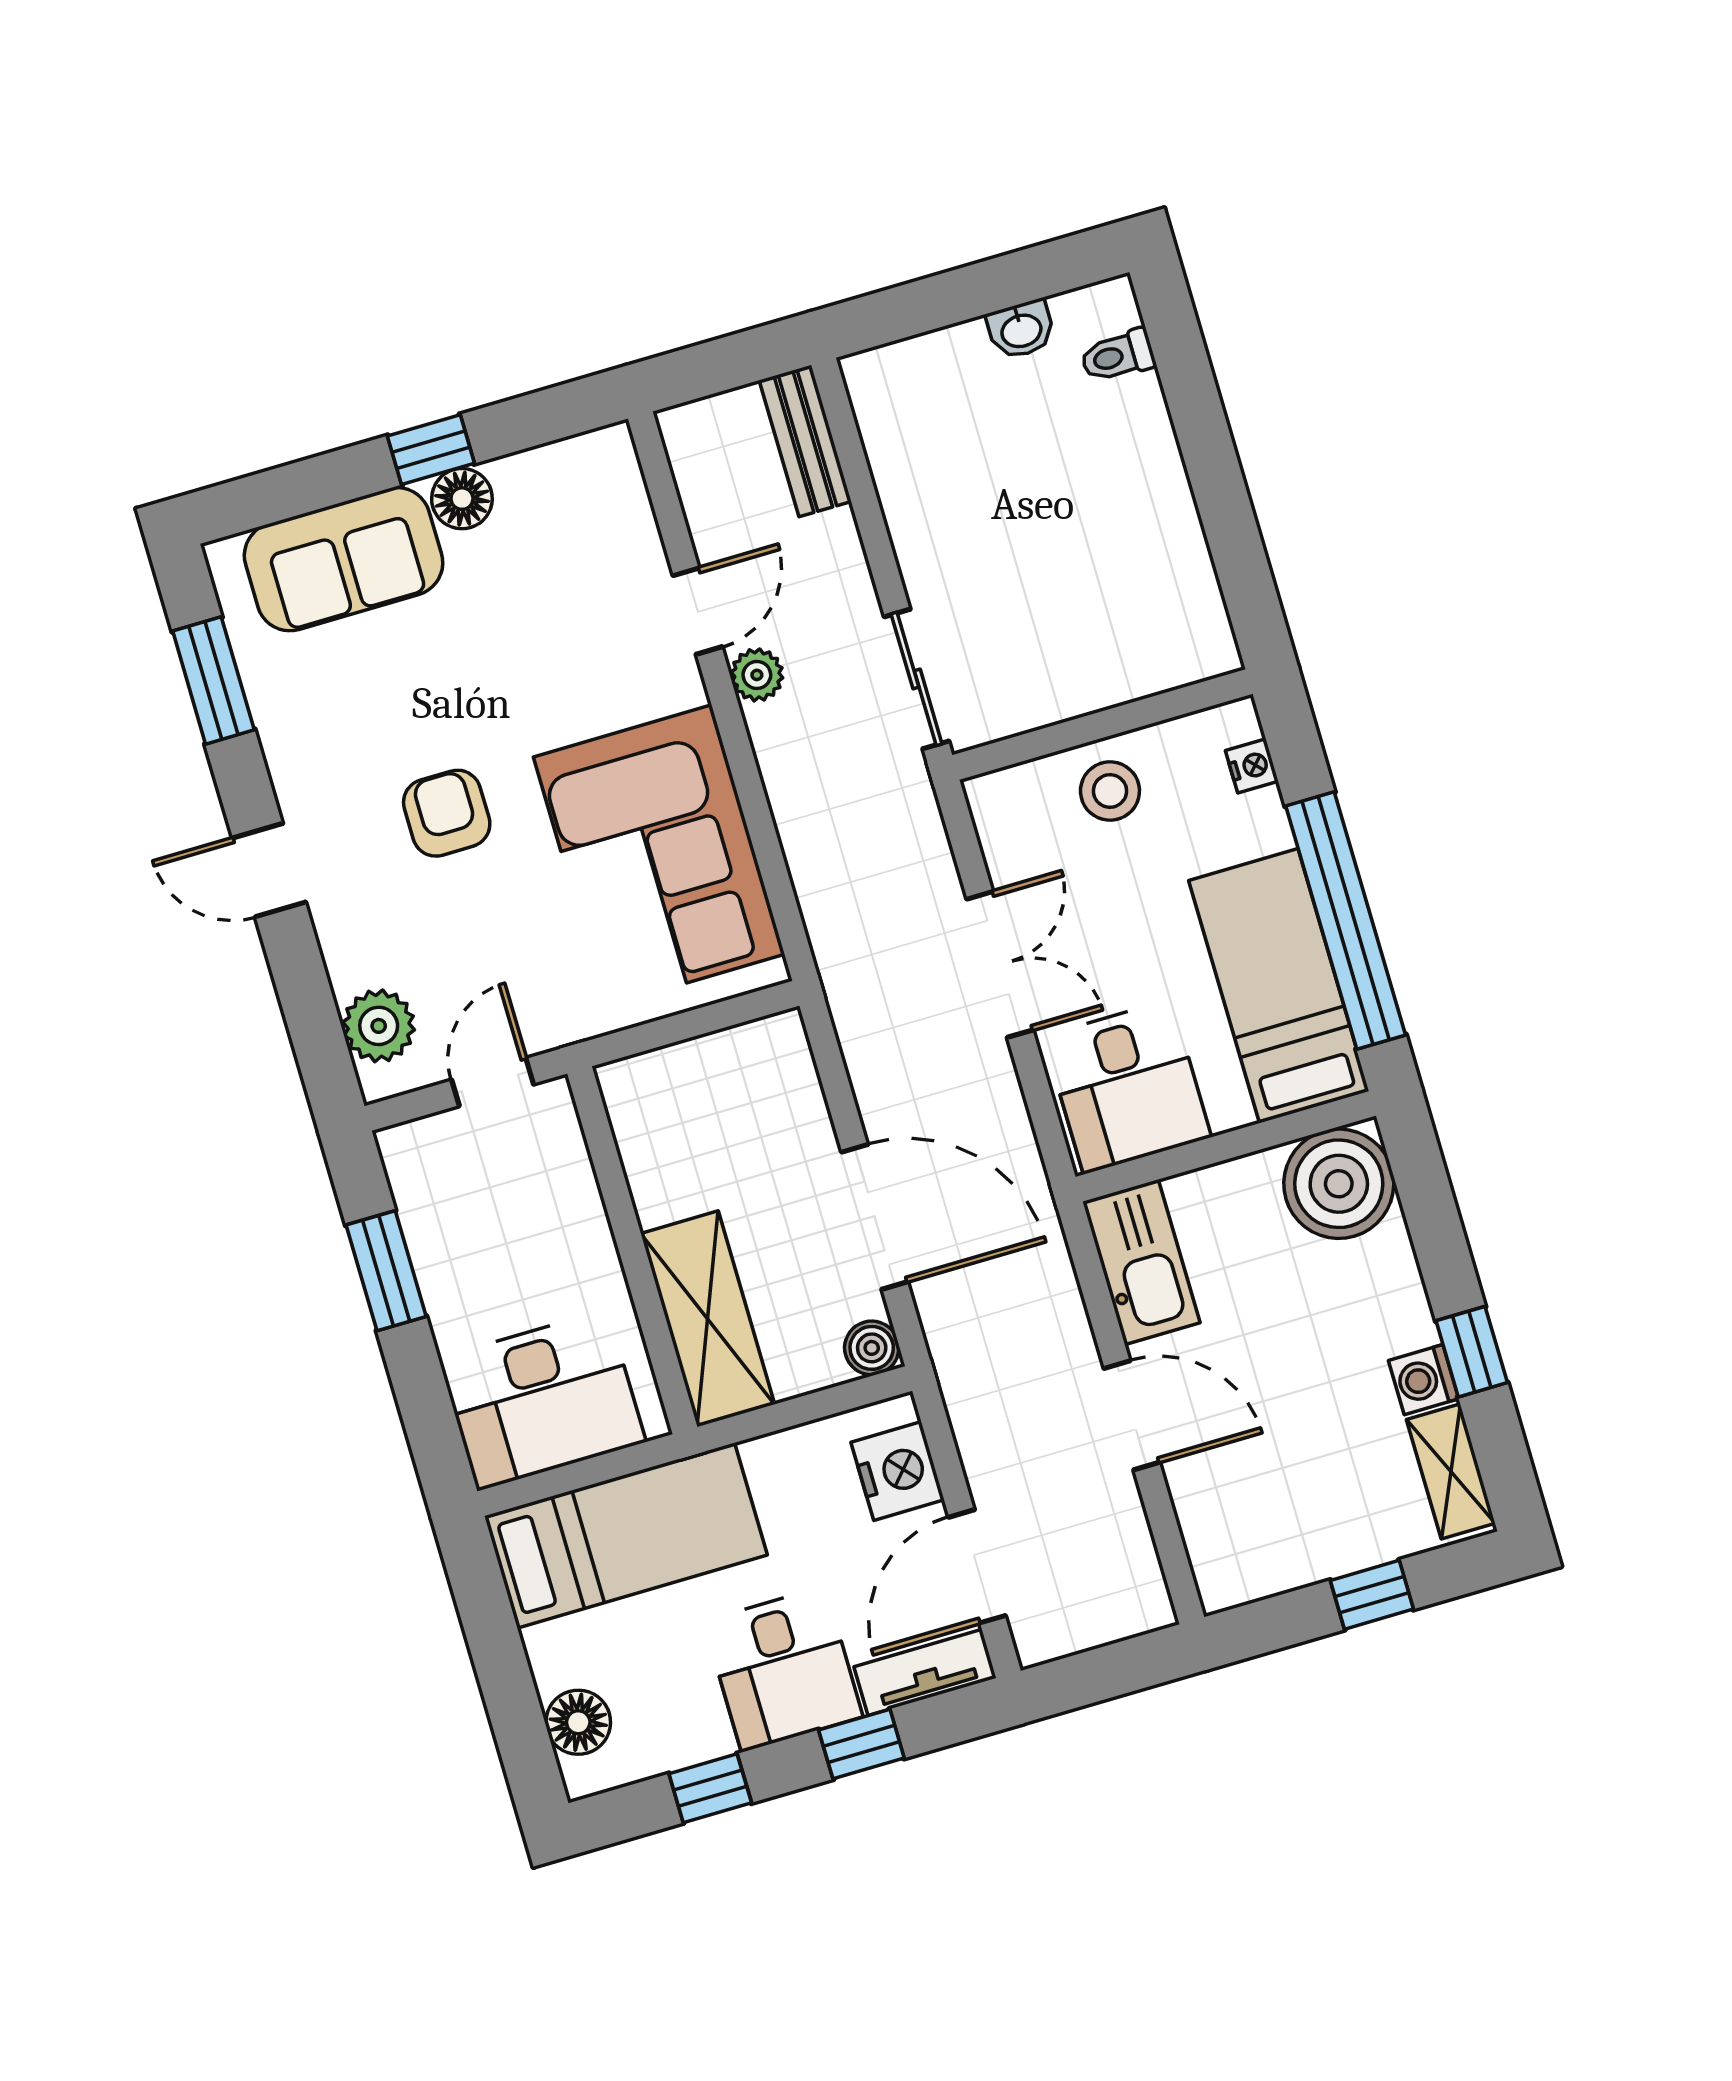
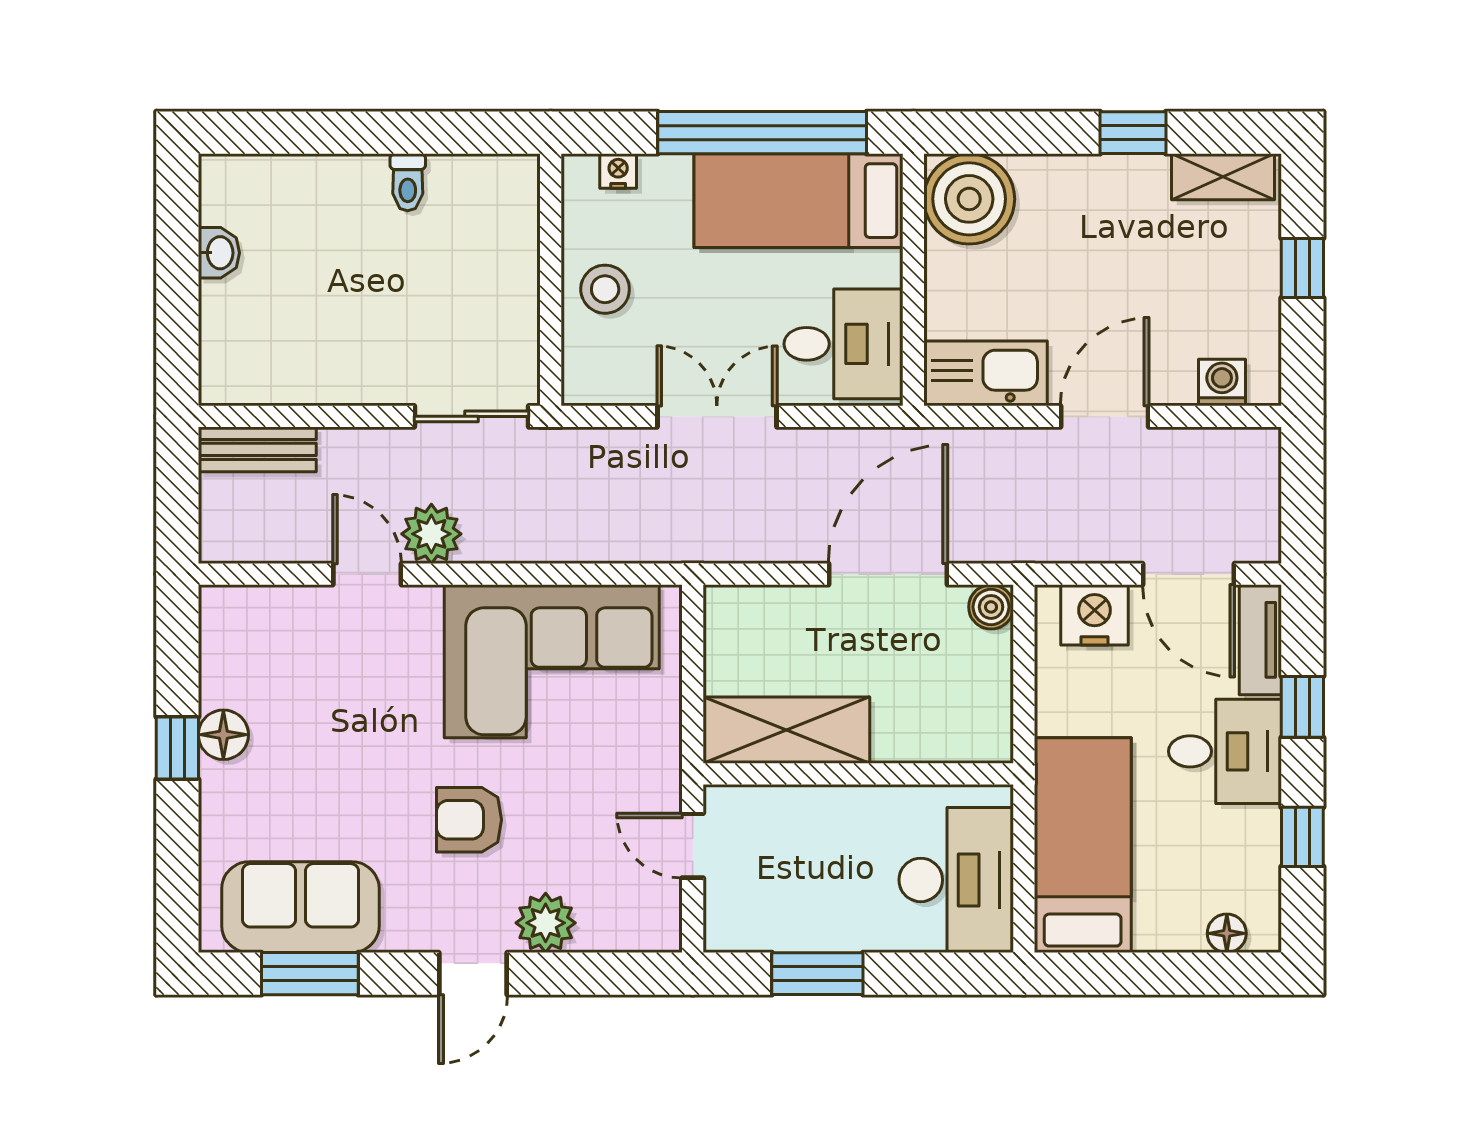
toilet: (1118, 356) -> (408, 182), moved
sofa: (344, 559) -> (300, 907), moved, turned -90
plant: (757, 675) -> (431, 534), width x1.38, depth x1.38
plant: (379, 1026) -> (546, 923), moved
shelving: (708, 1319) -> (786, 730), moved
washing machine: (1424, 1380) -> (1222, 383), moved, turned 180
floor lamp: (578, 1722) -> (1227, 933), width x0.73, depth x0.73

